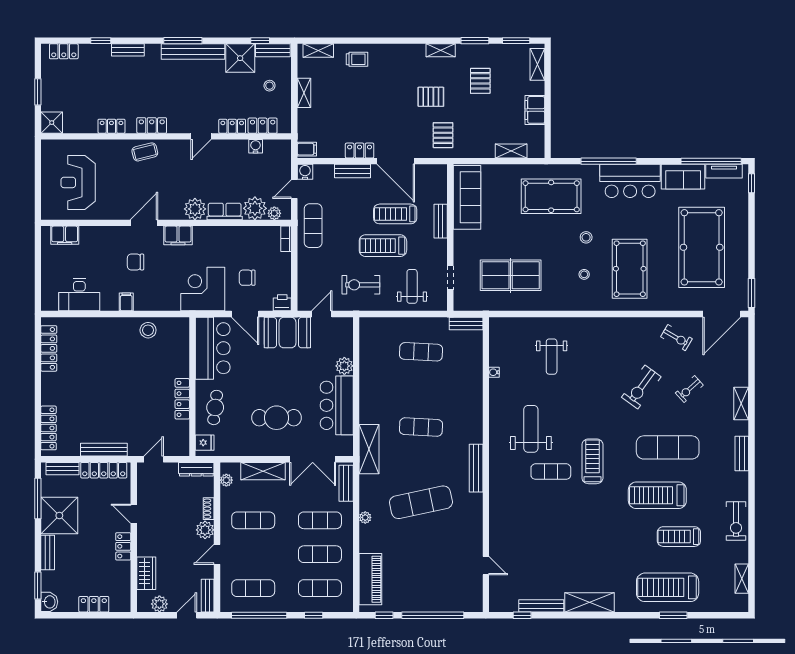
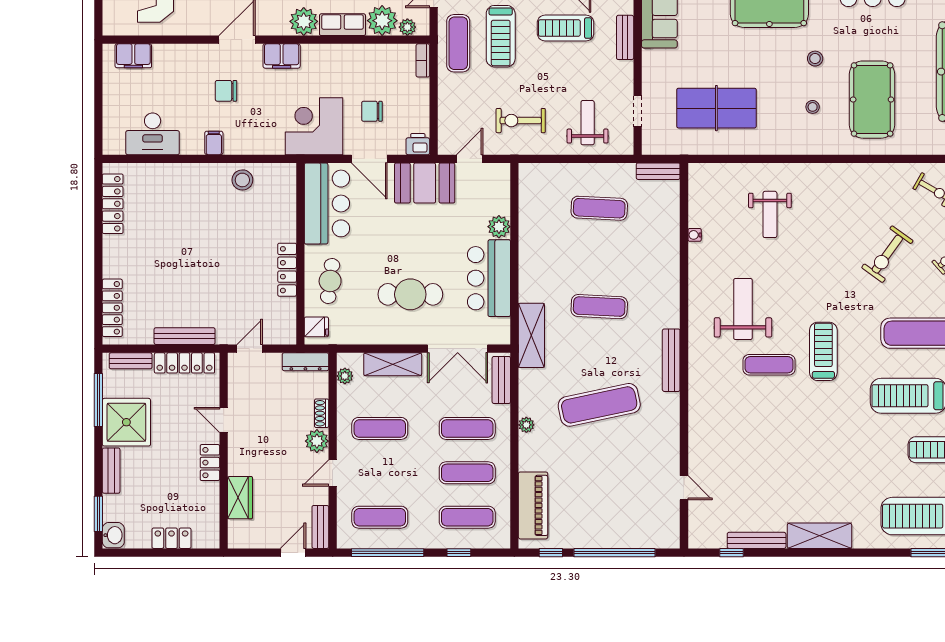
treadmill: (383, 246) -> (501, 36), moved, turned -90
plant: (159, 604) -> (257, 538), removed

